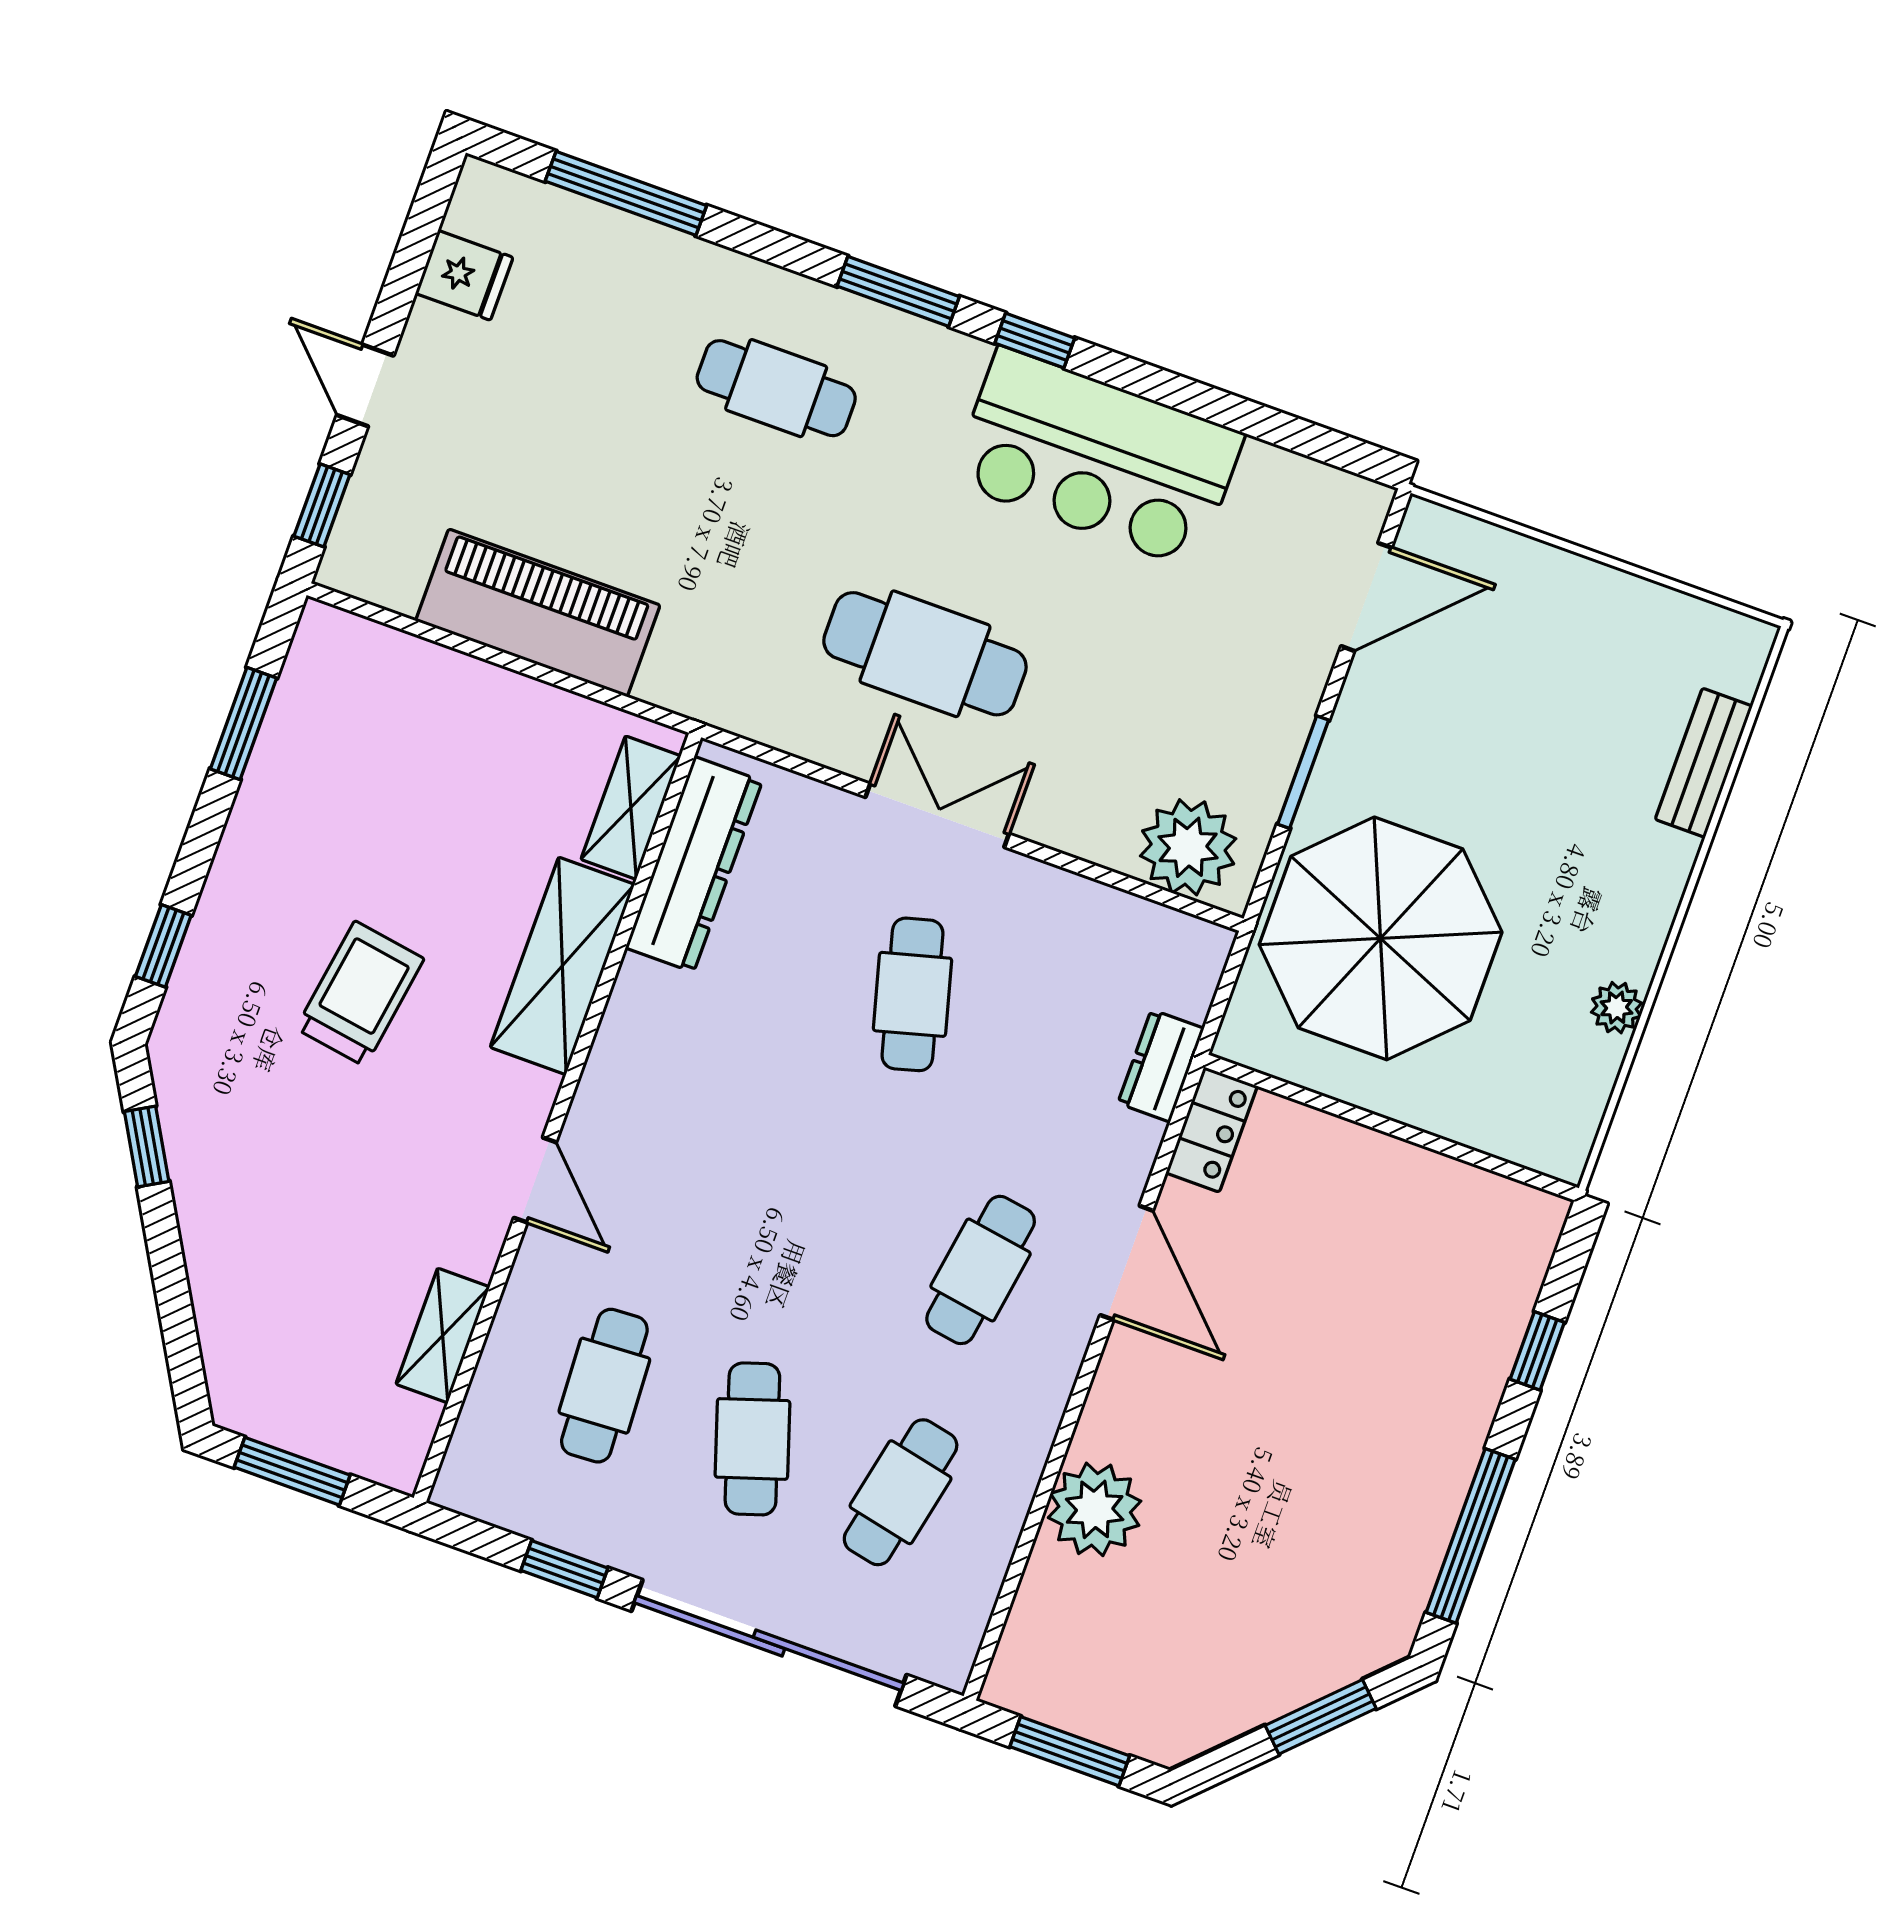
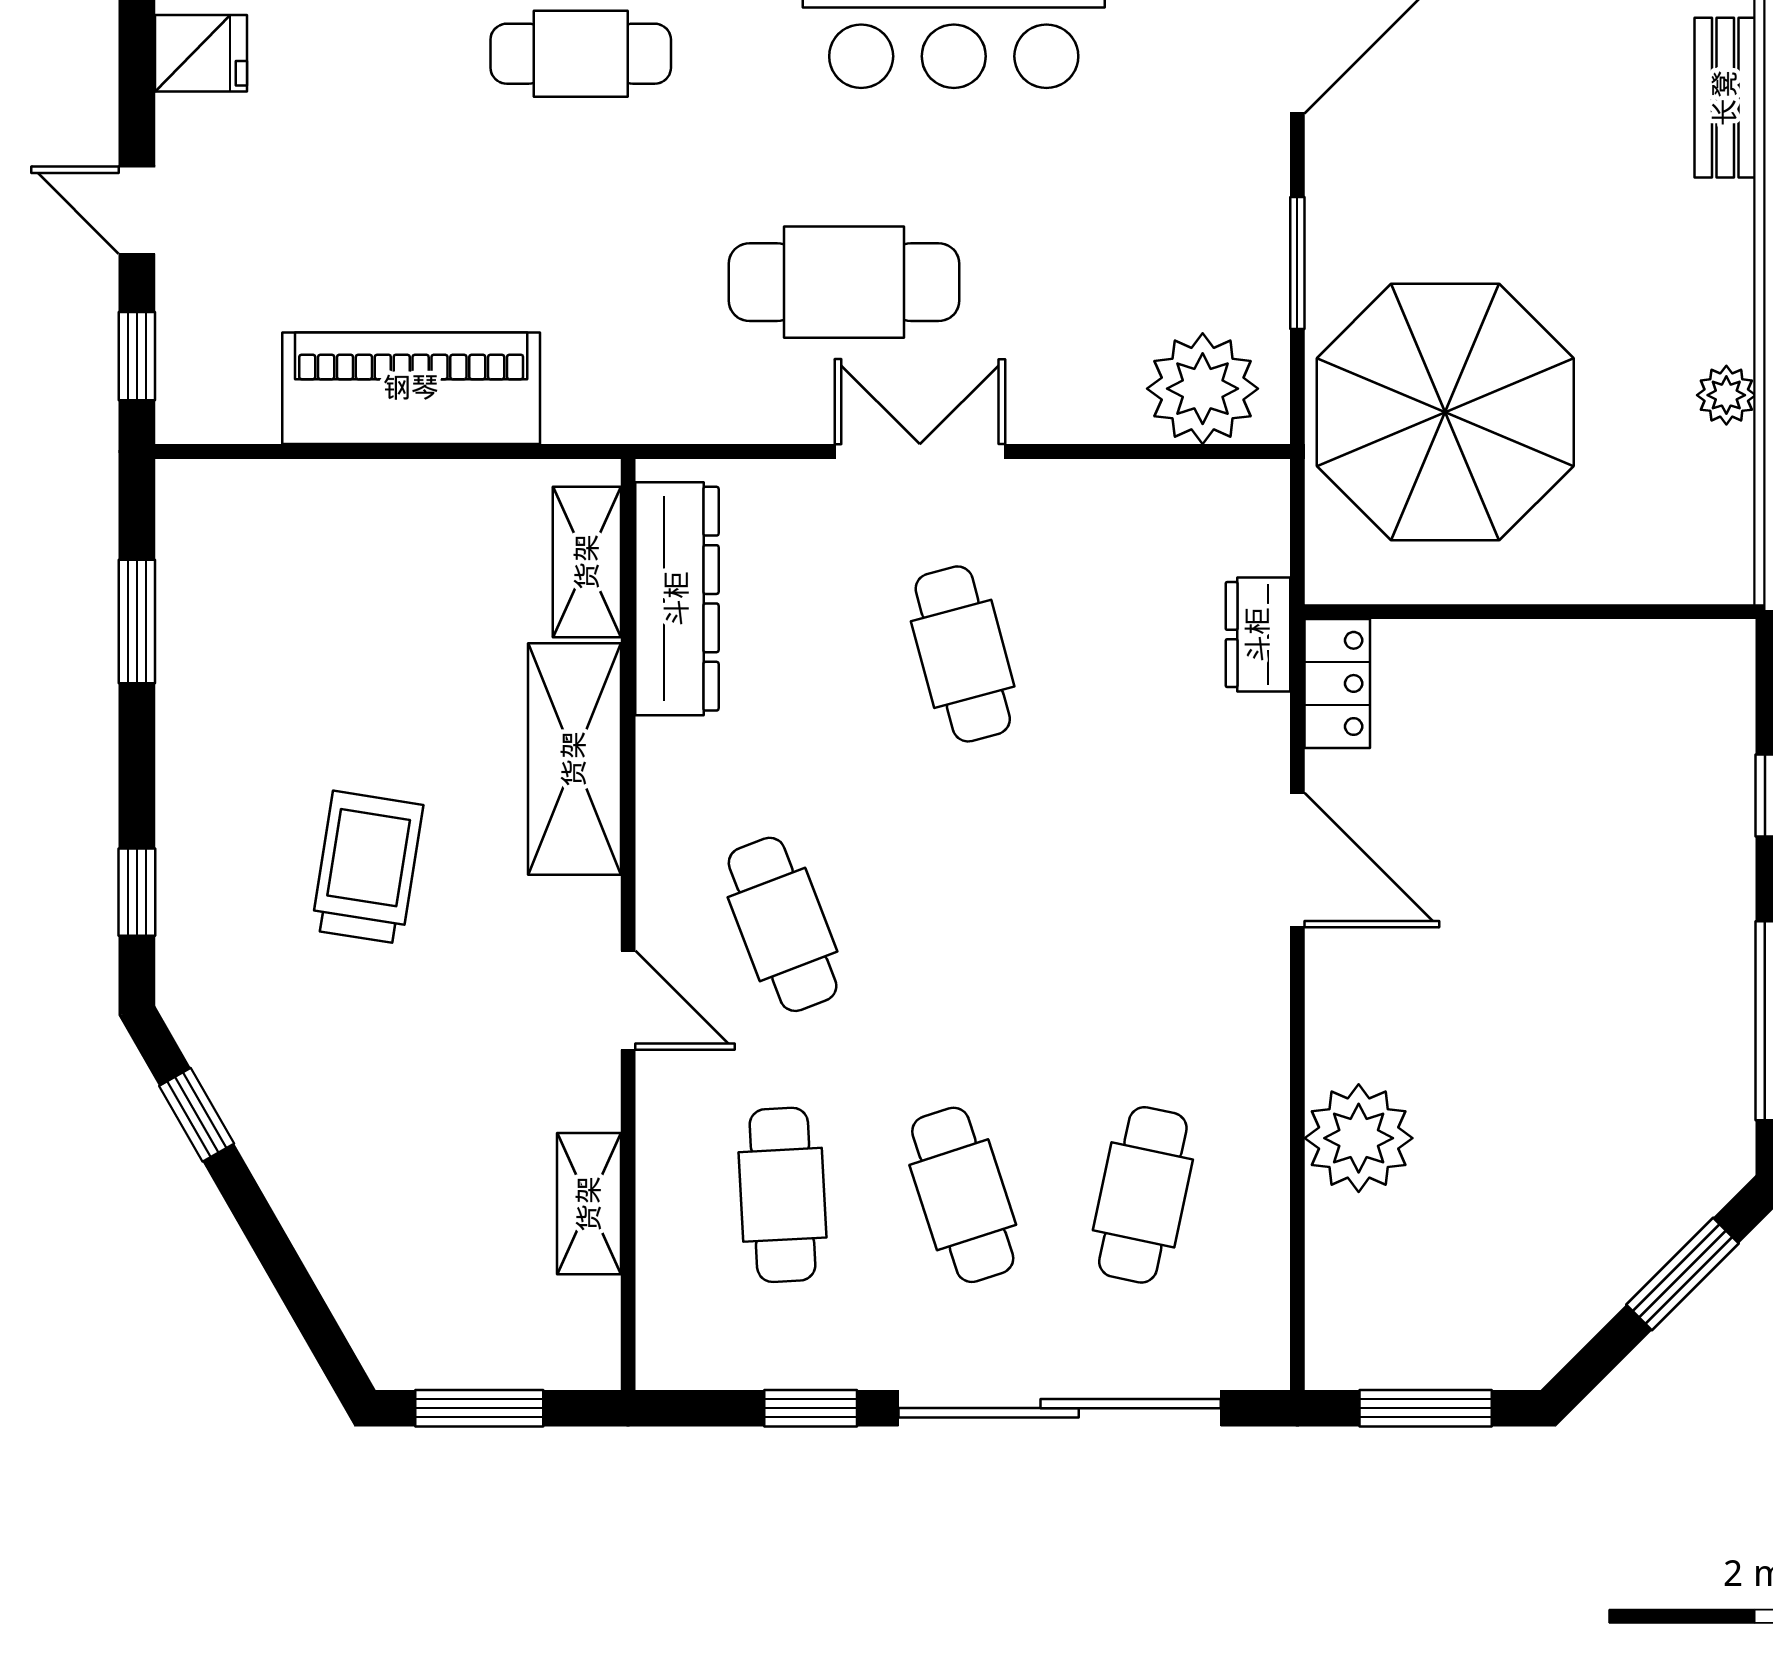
cafe table: (981, 1270) -> (783, 924), moved, turned -30

